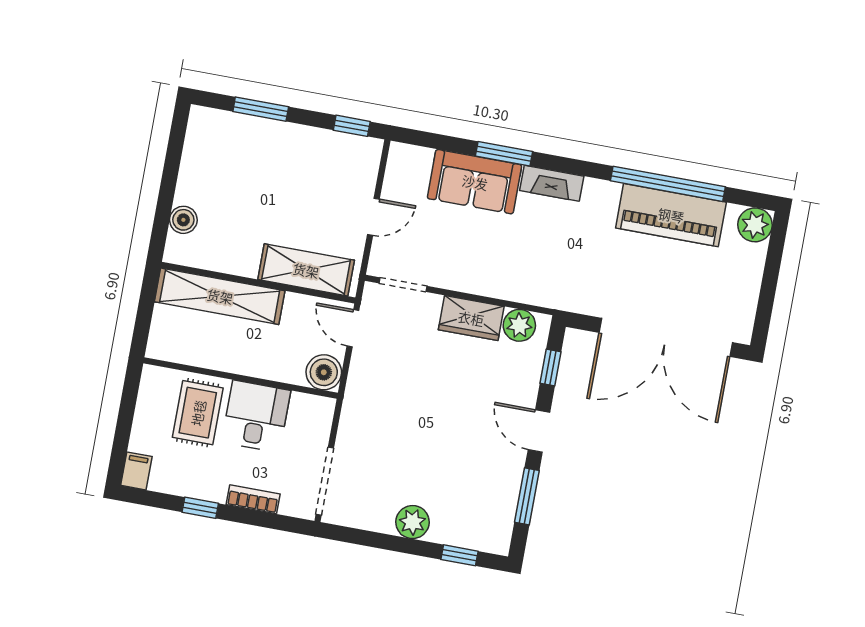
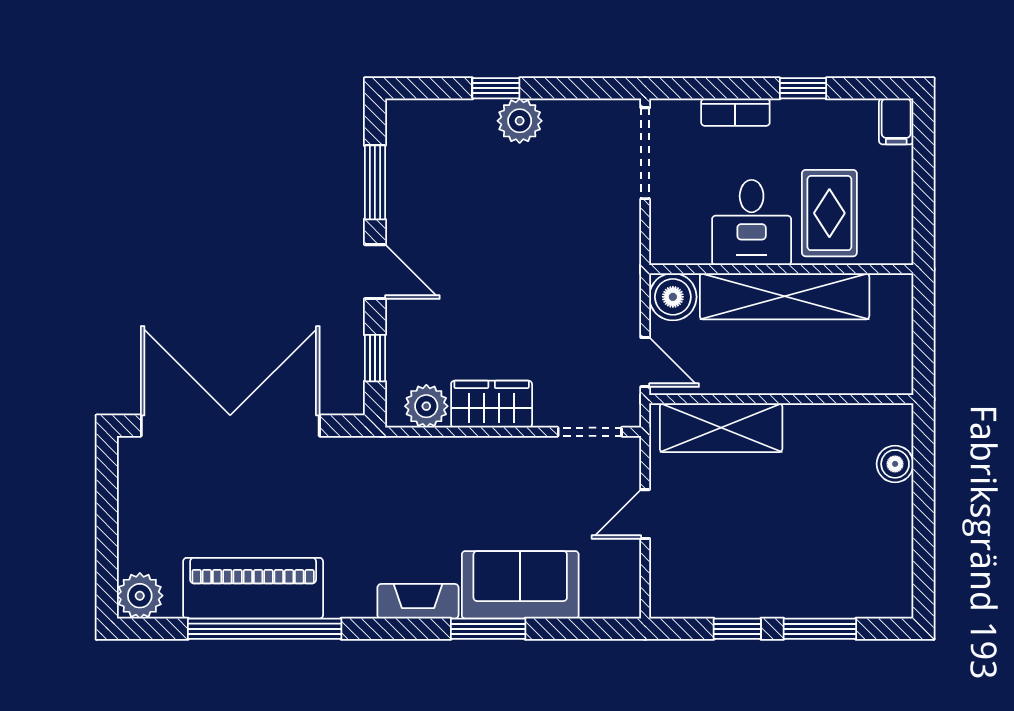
window: (352, 126) -> (737, 629), moved
shelving: (220, 296) -> (785, 296), moved
window: (460, 555) -> (496, 88), moved

